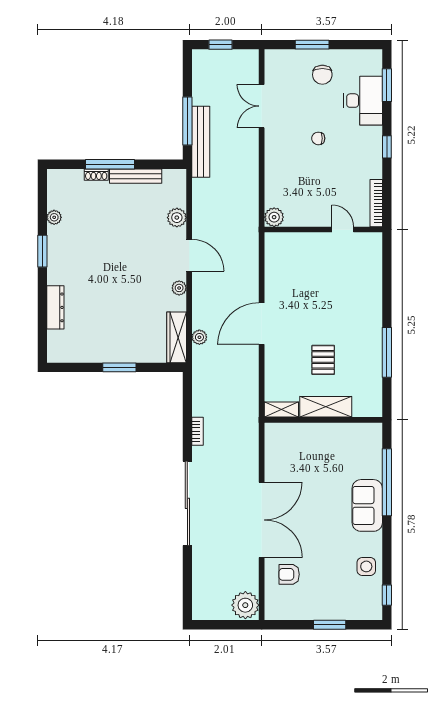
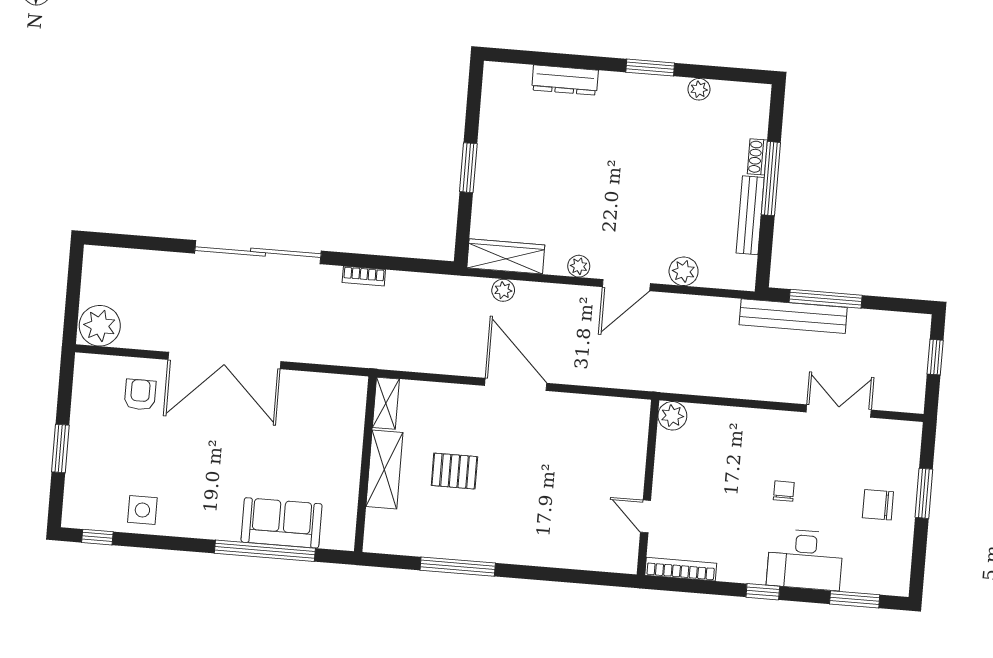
desk: (363, 101) -> (805, 560), moved
door: (343, 230) -> (646, 516), swing flipped
sofa: (367, 505) -> (282, 523), moved

